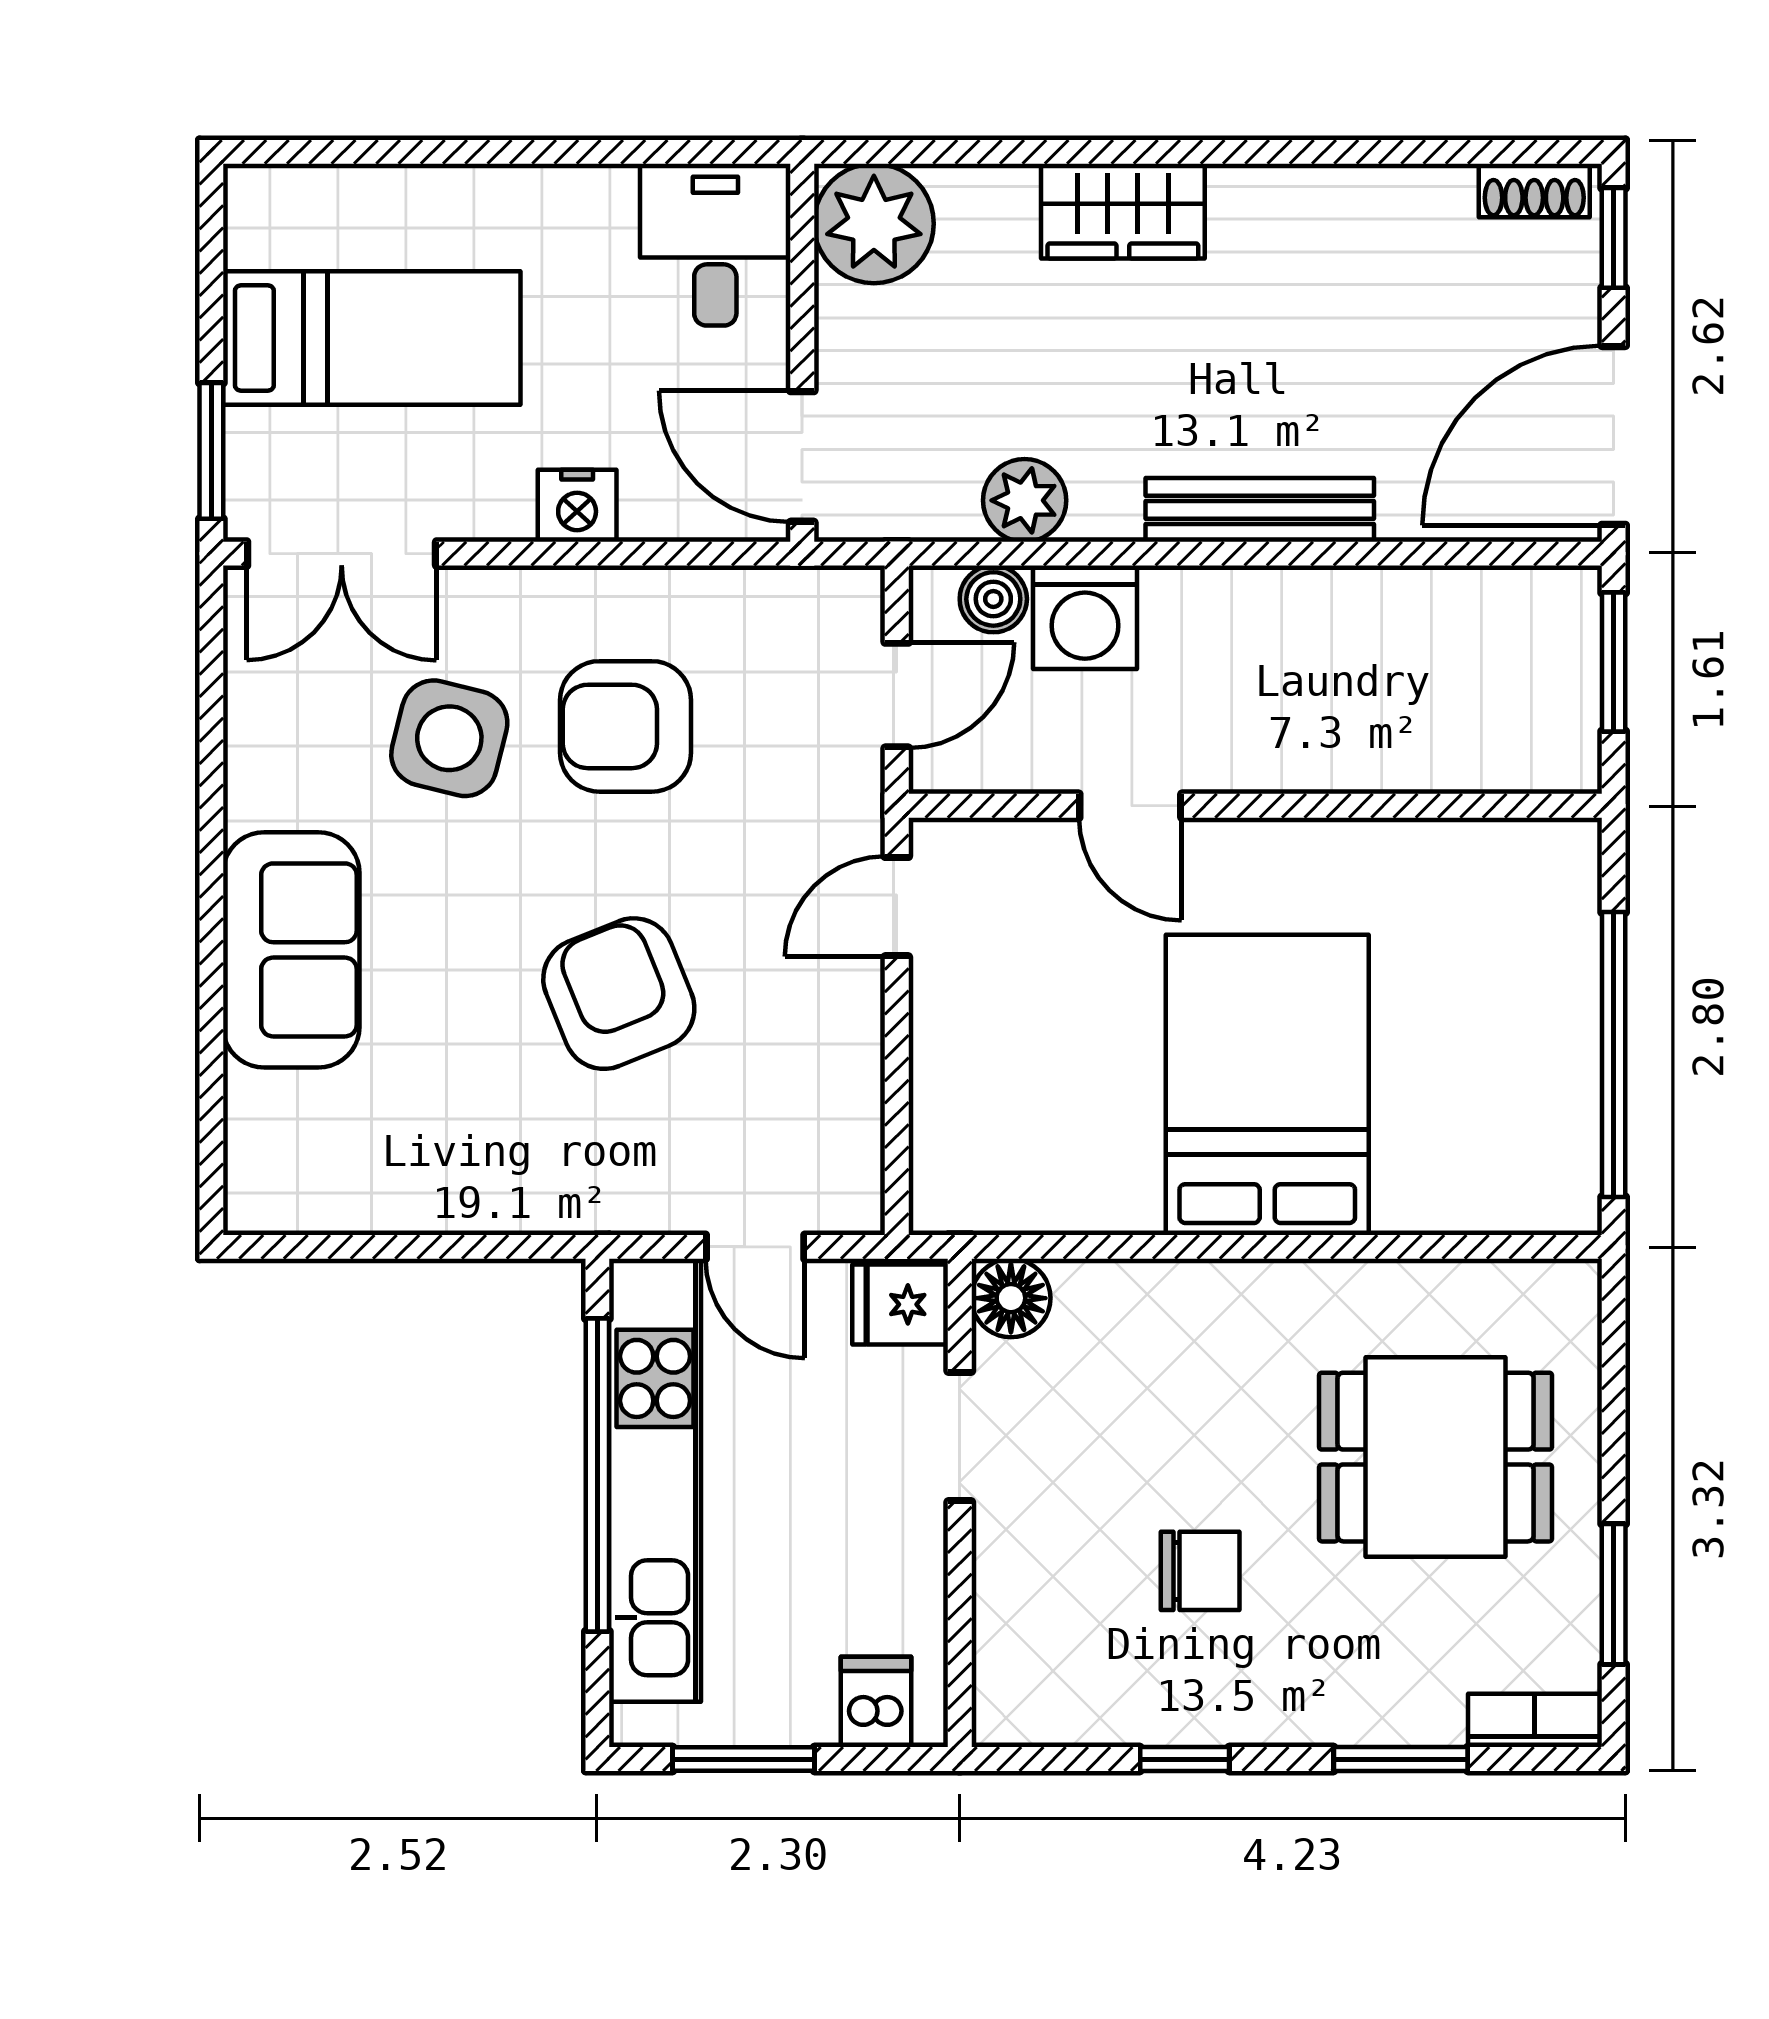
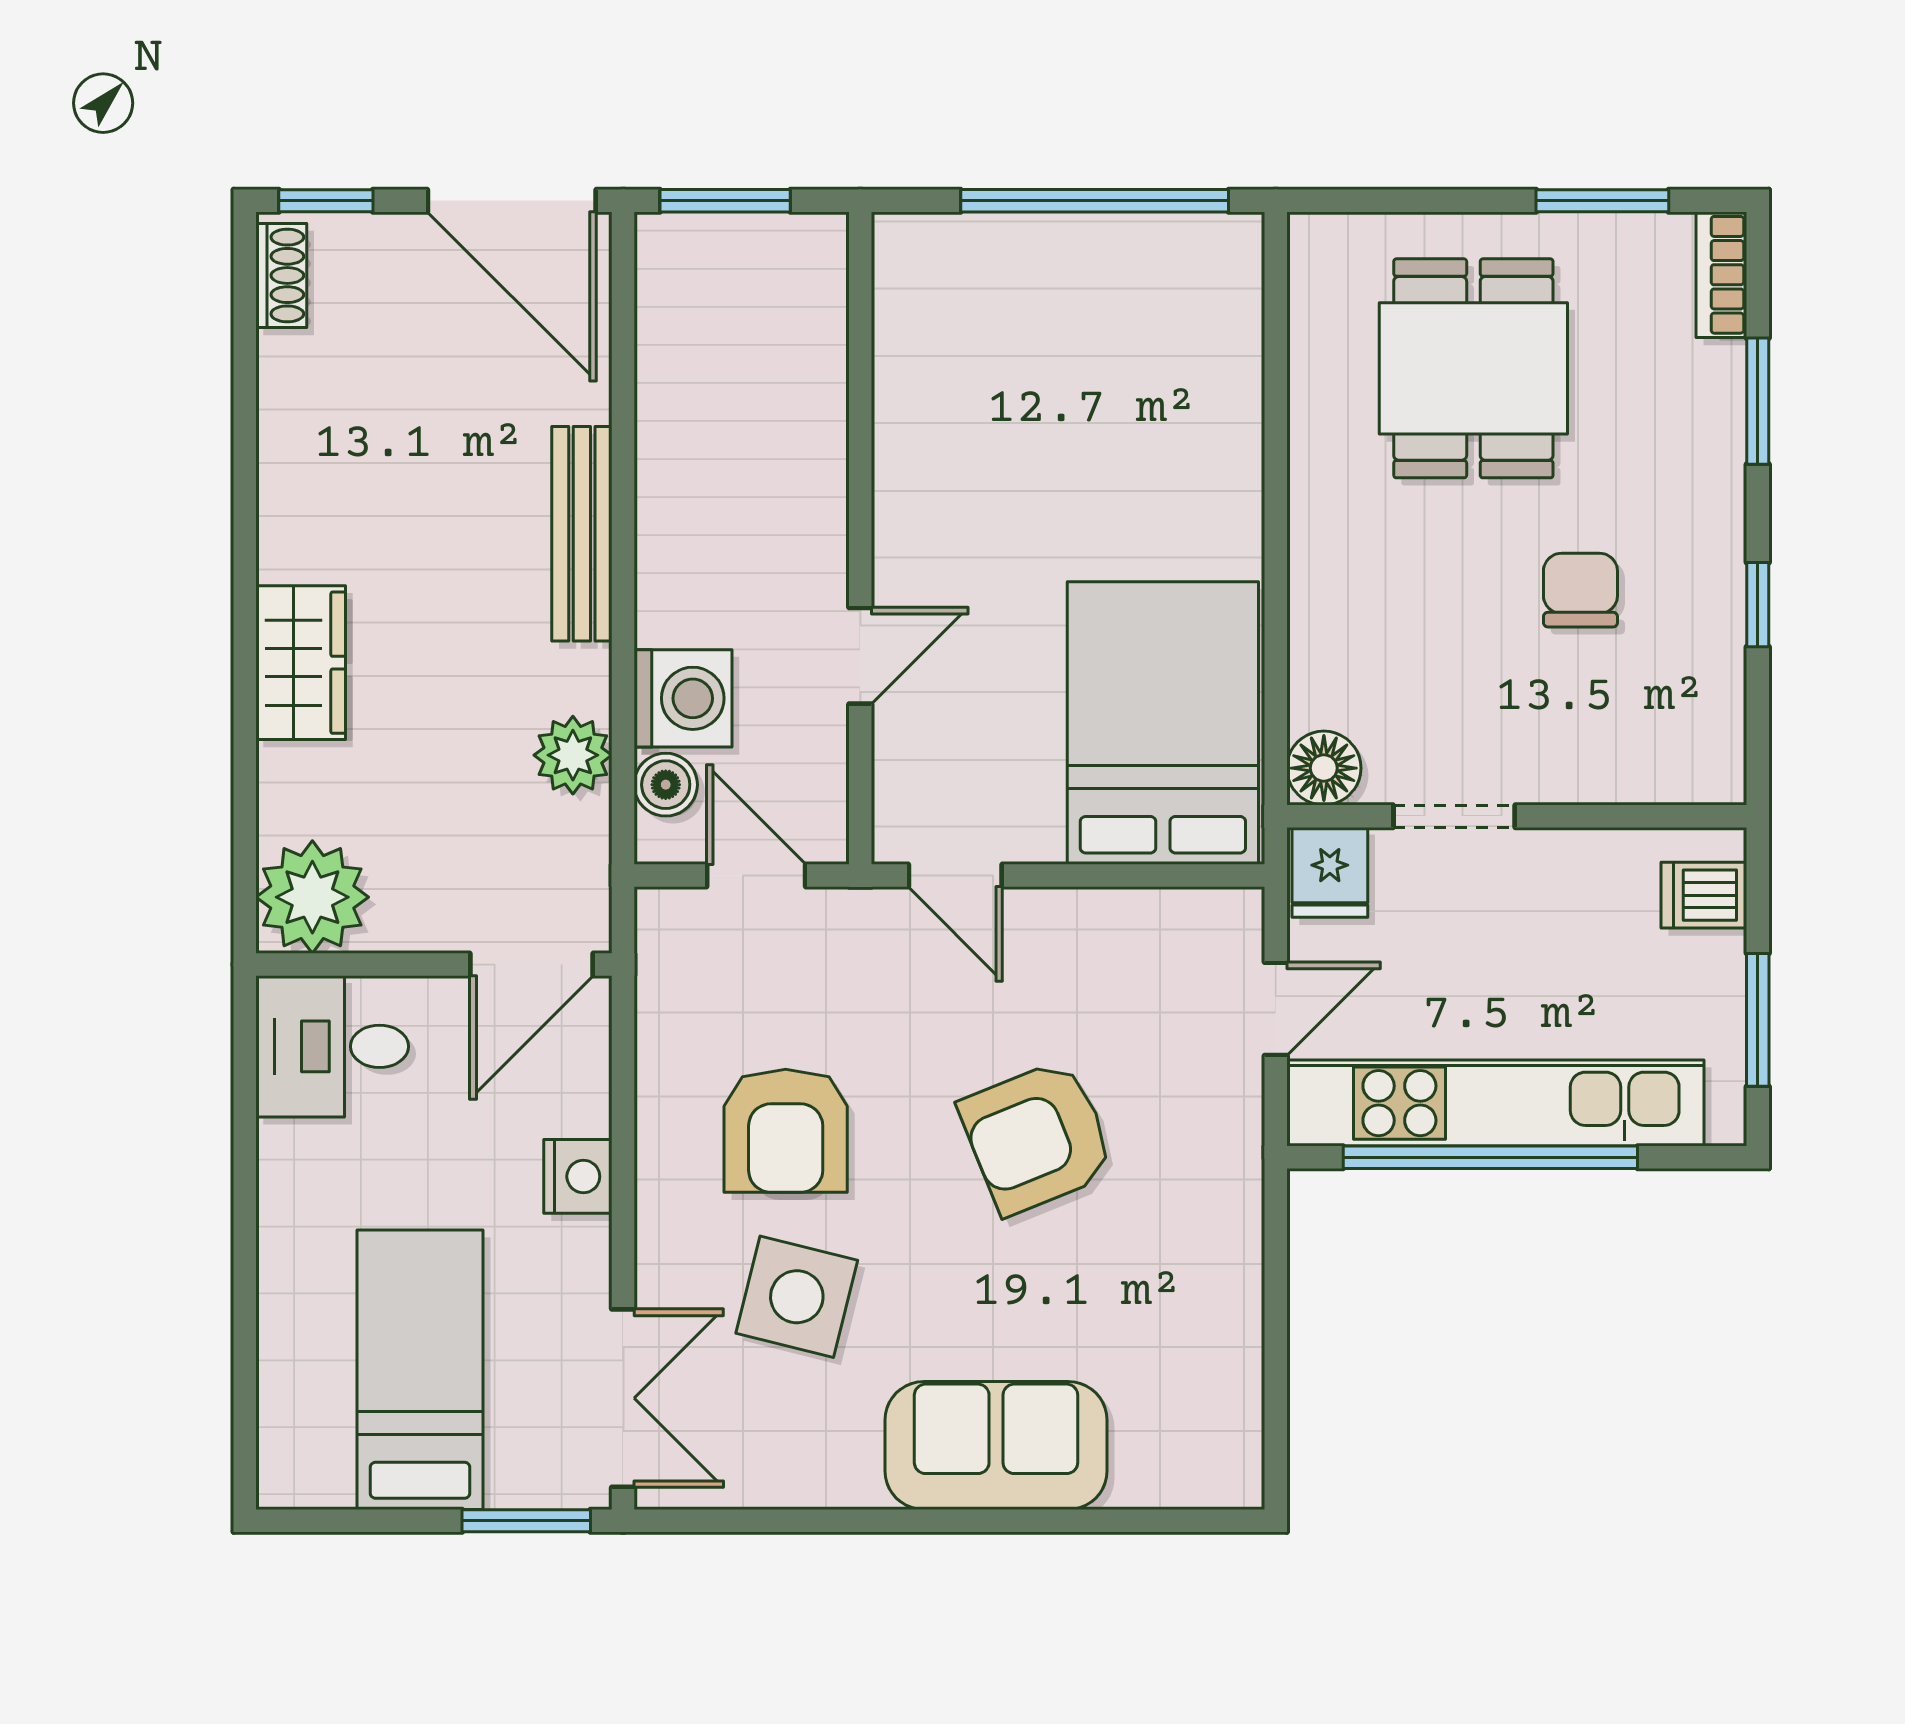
bed: (1267, 1085) -> (1163, 723), moved, turned 90

